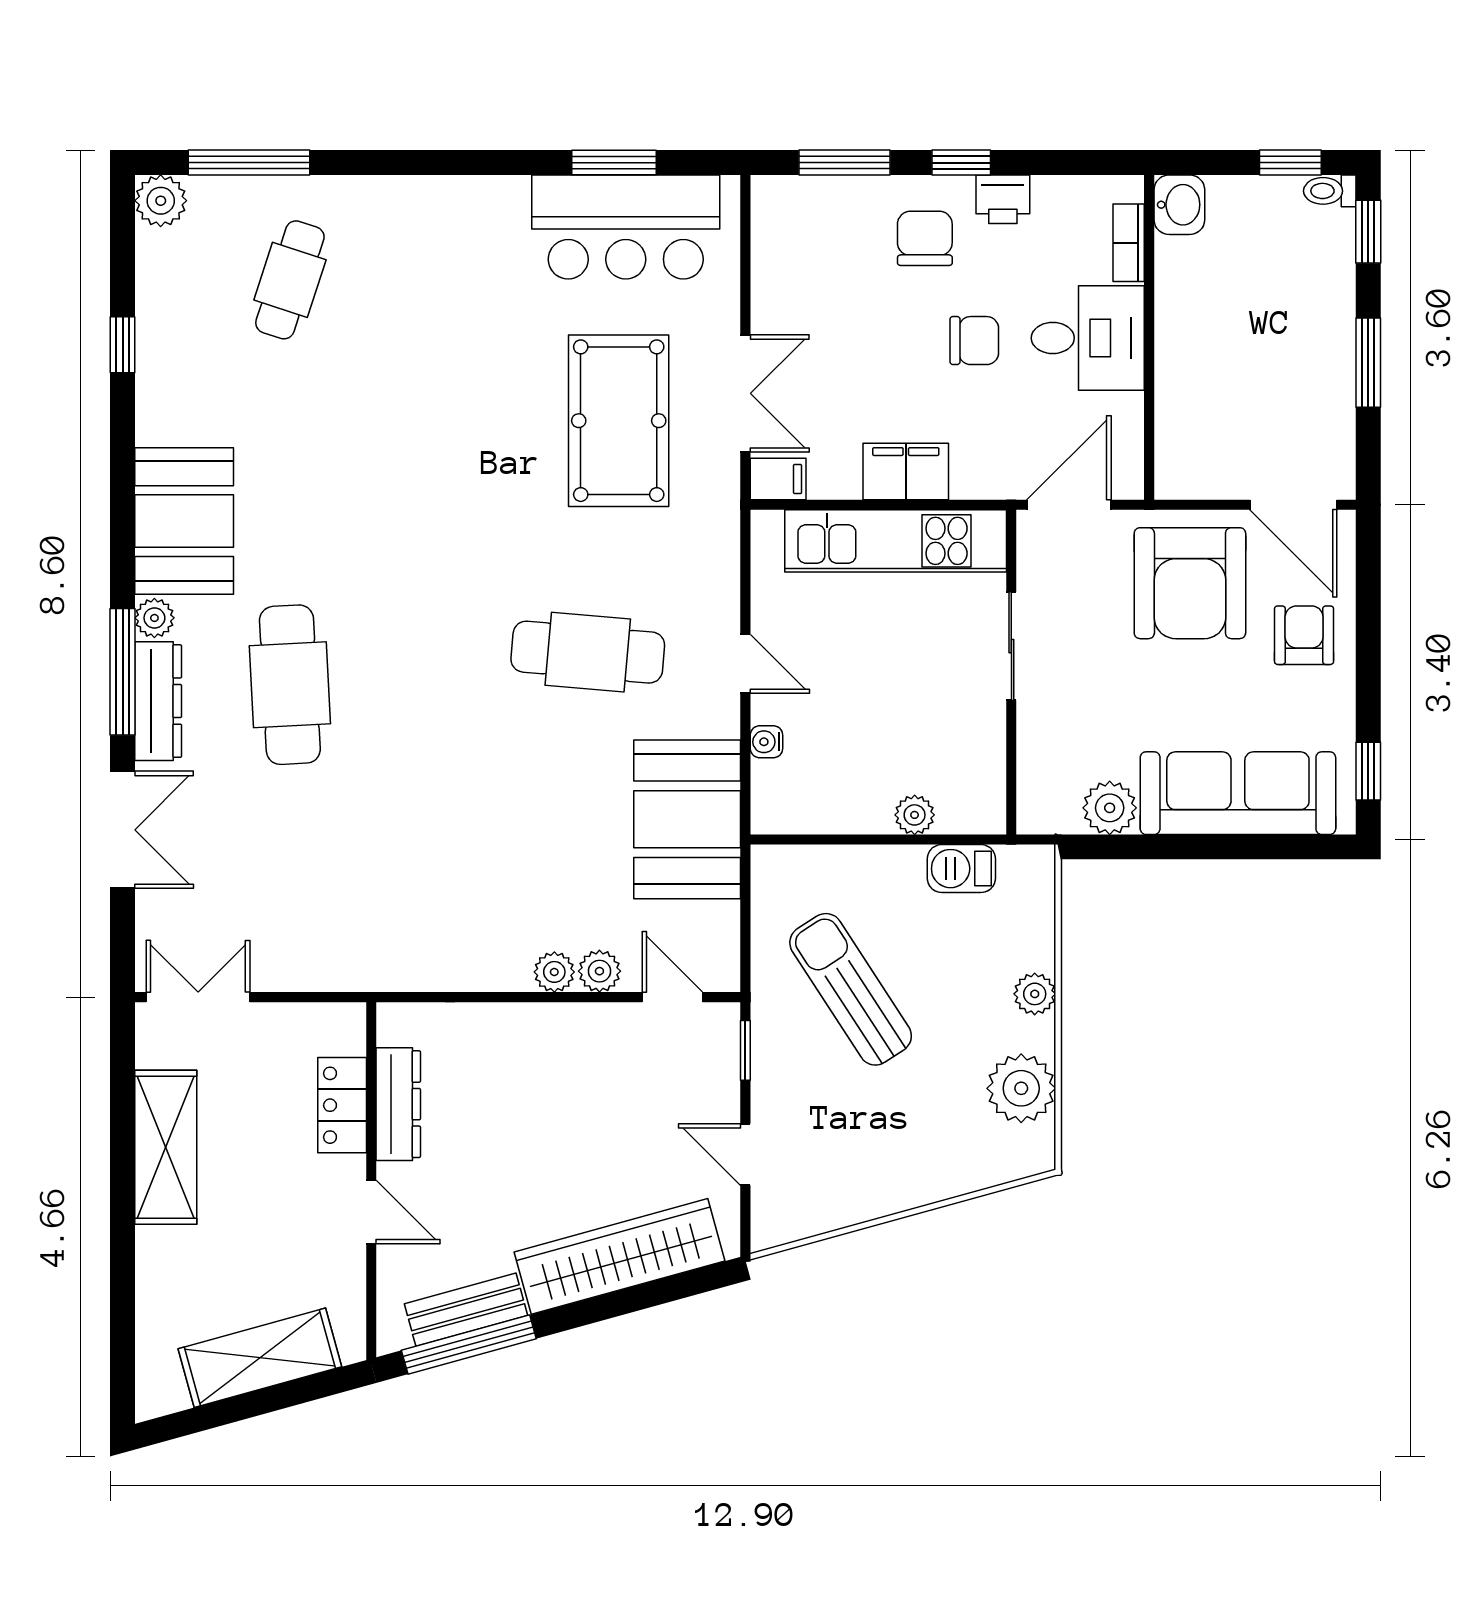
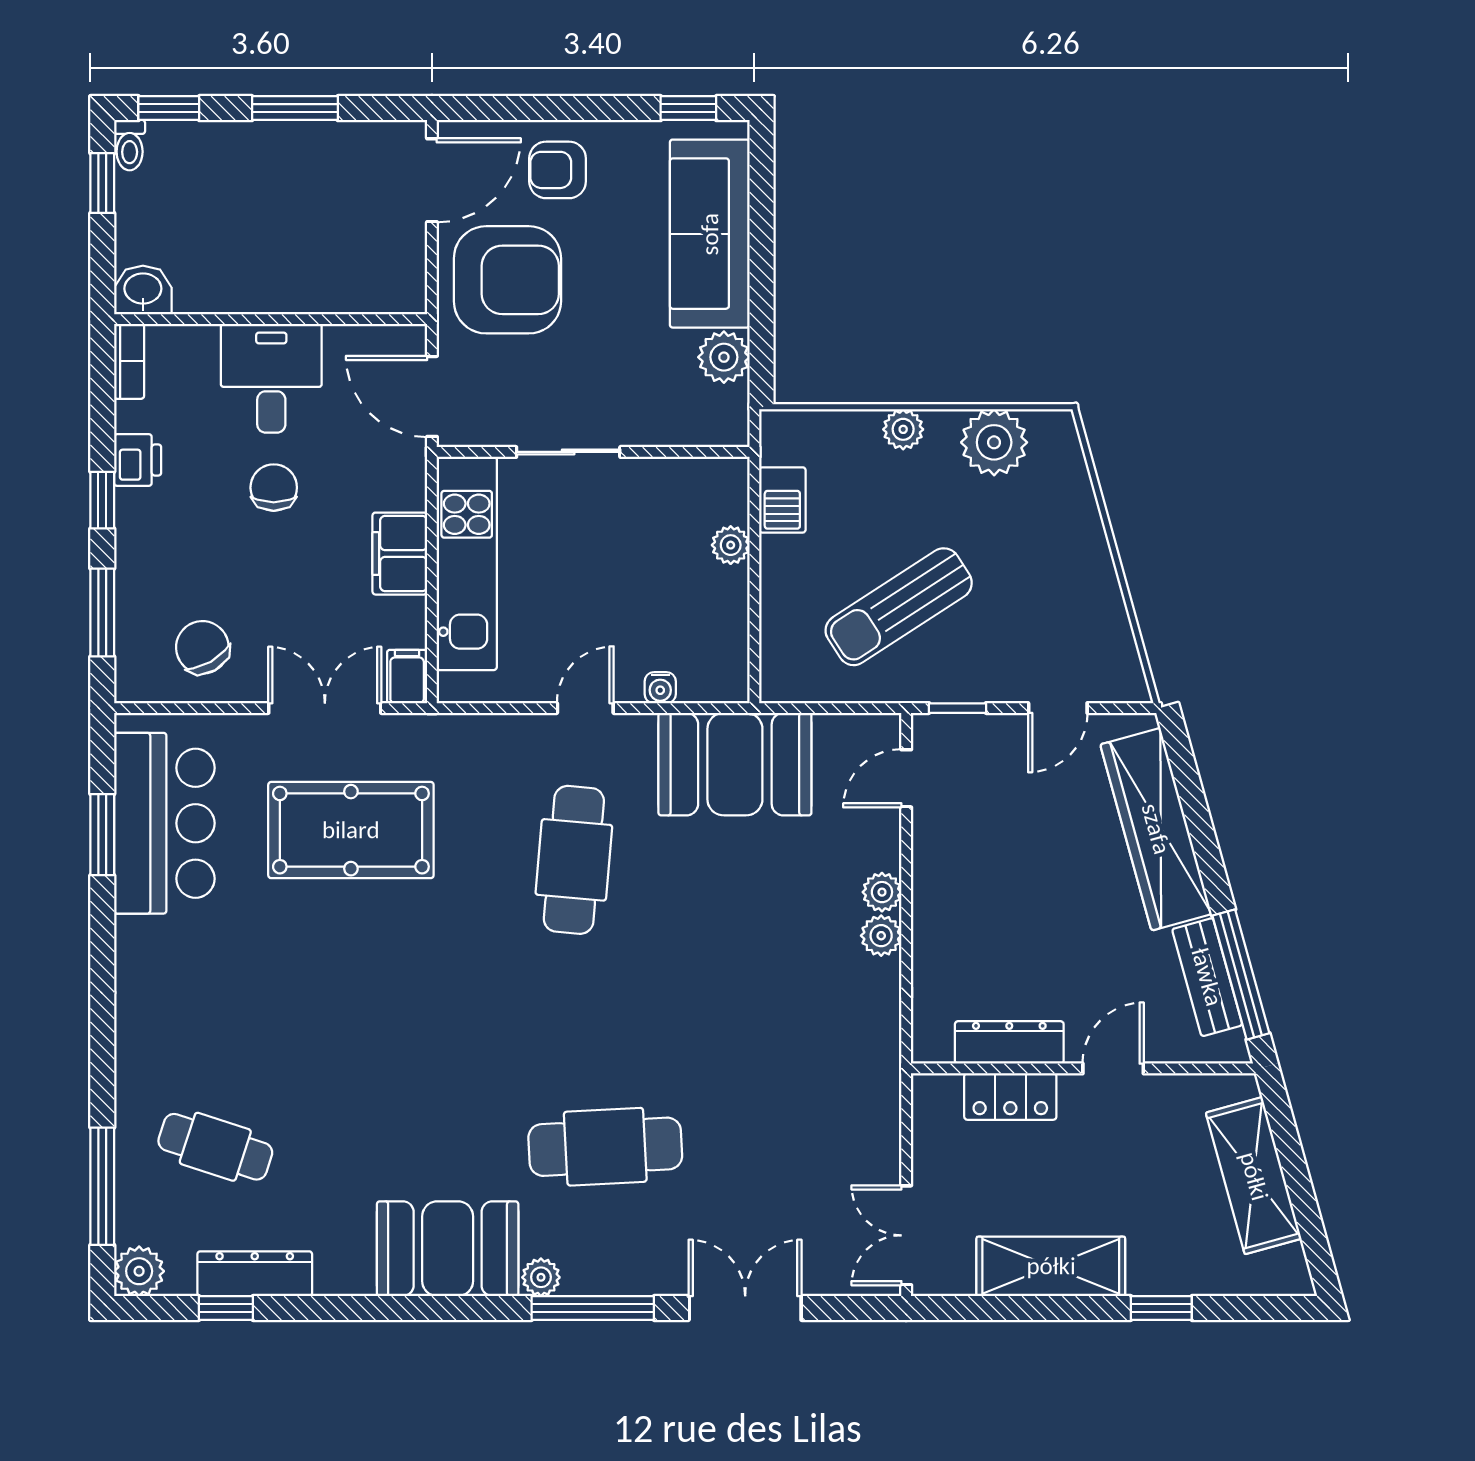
chair: (925, 238) -> (202, 647), moved, turned 60
bookcase: (1129, 243) -> (129, 361), moved, turned -90
window: (123, 345) -> (226, 1308), moved
dresser: (158, 701) -> (255, 1274), moved
plant: (599, 971) -> (881, 936), moved
window: (123, 1262) -> (1161, 1308), added

